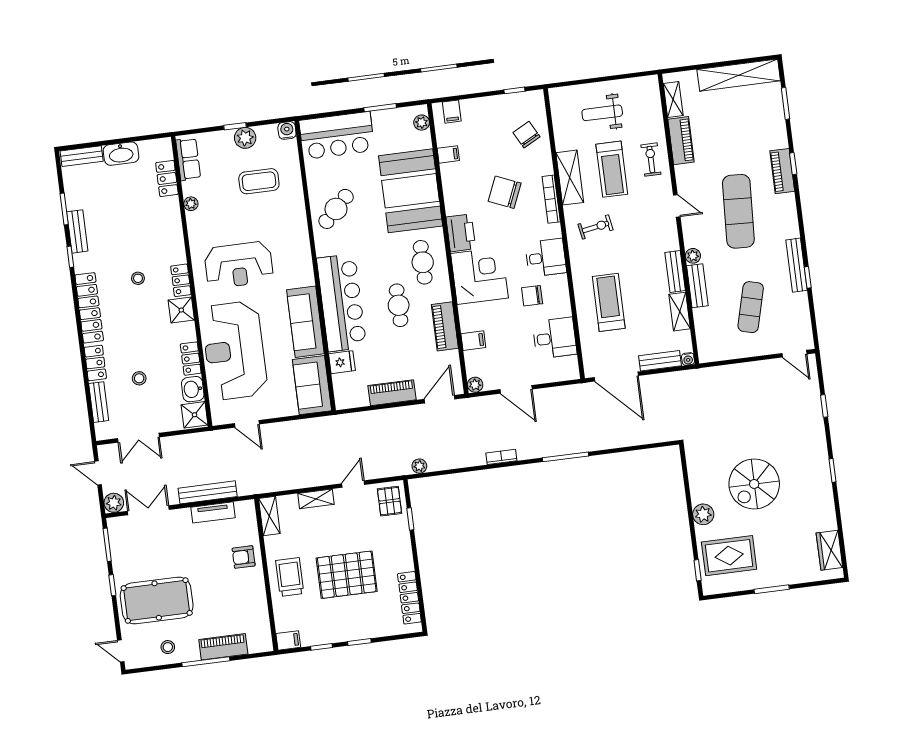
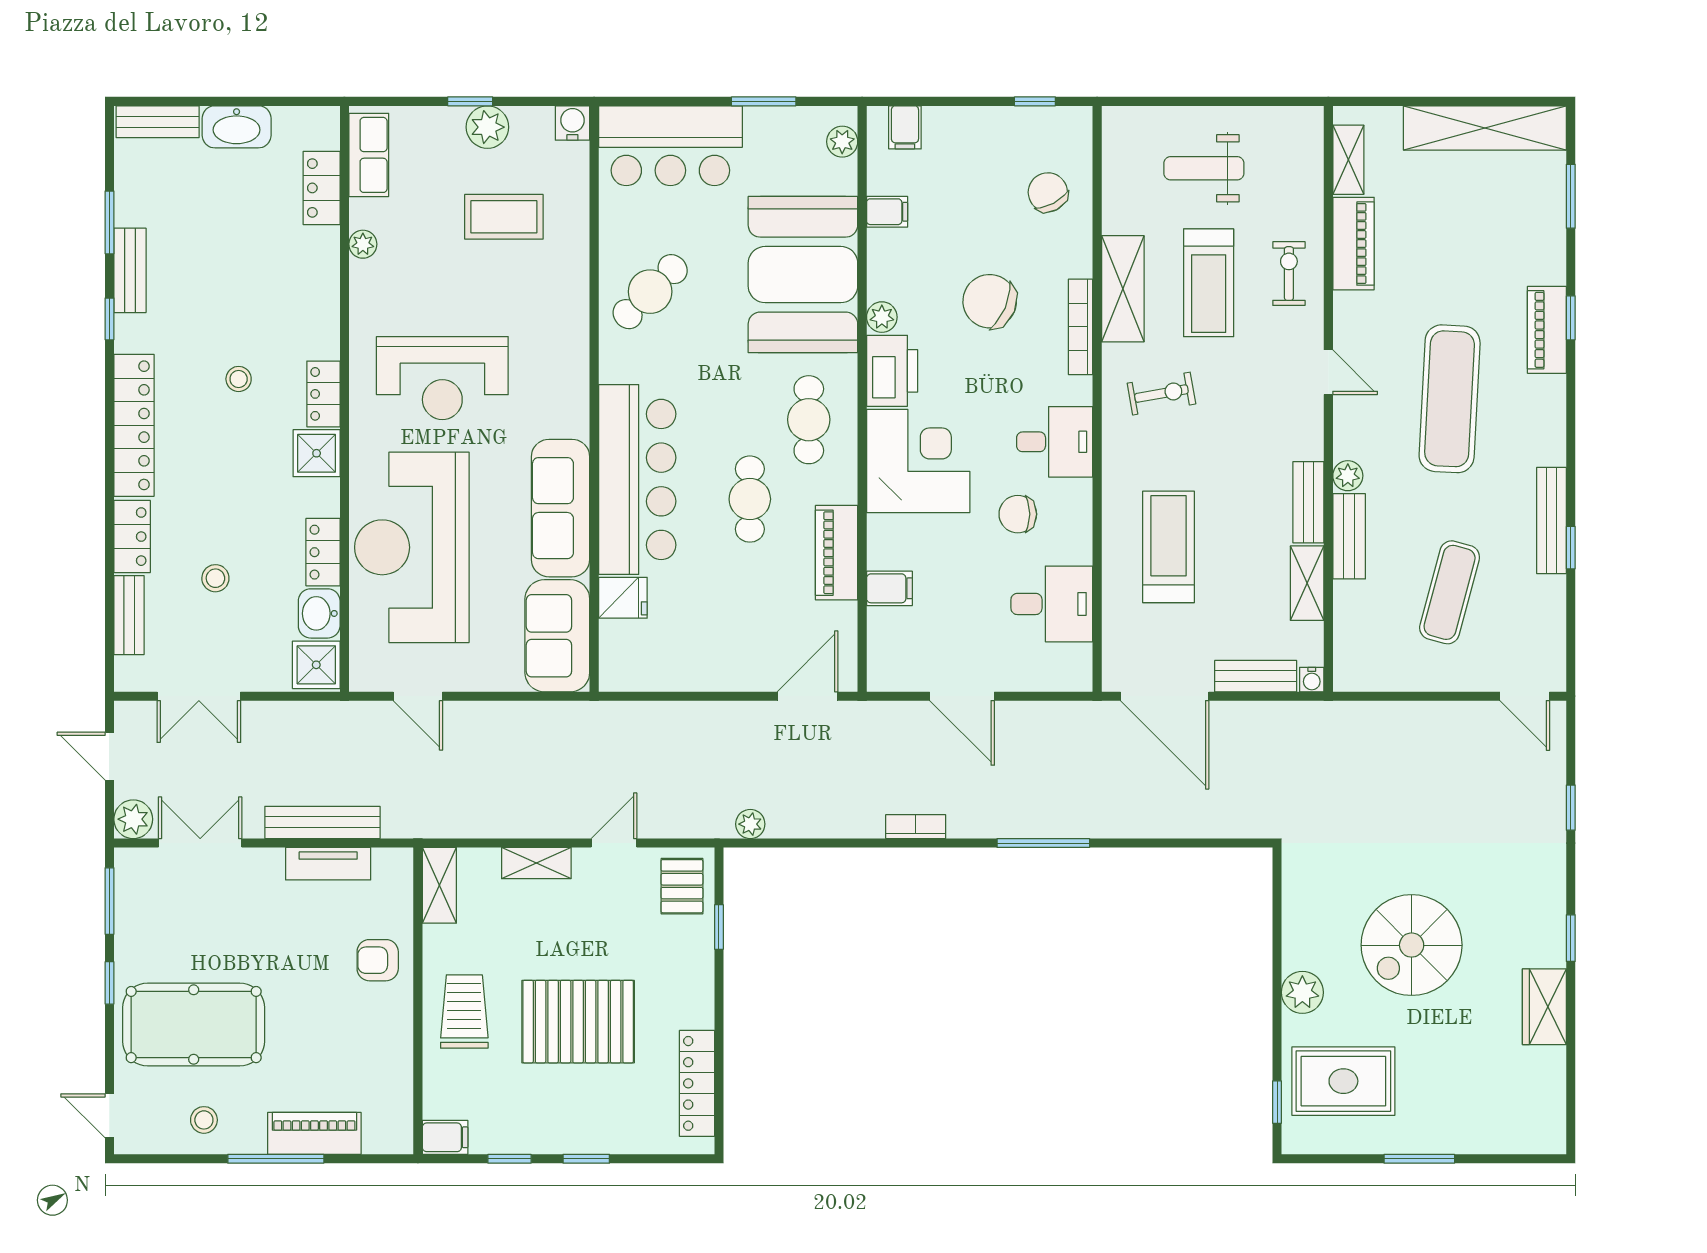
plant: (475, 385) -> (882, 317), moved
piano: (392, 393) -> (715, 671), removed
wardrobe: (829, 550) -> (1544, 1007), moved

